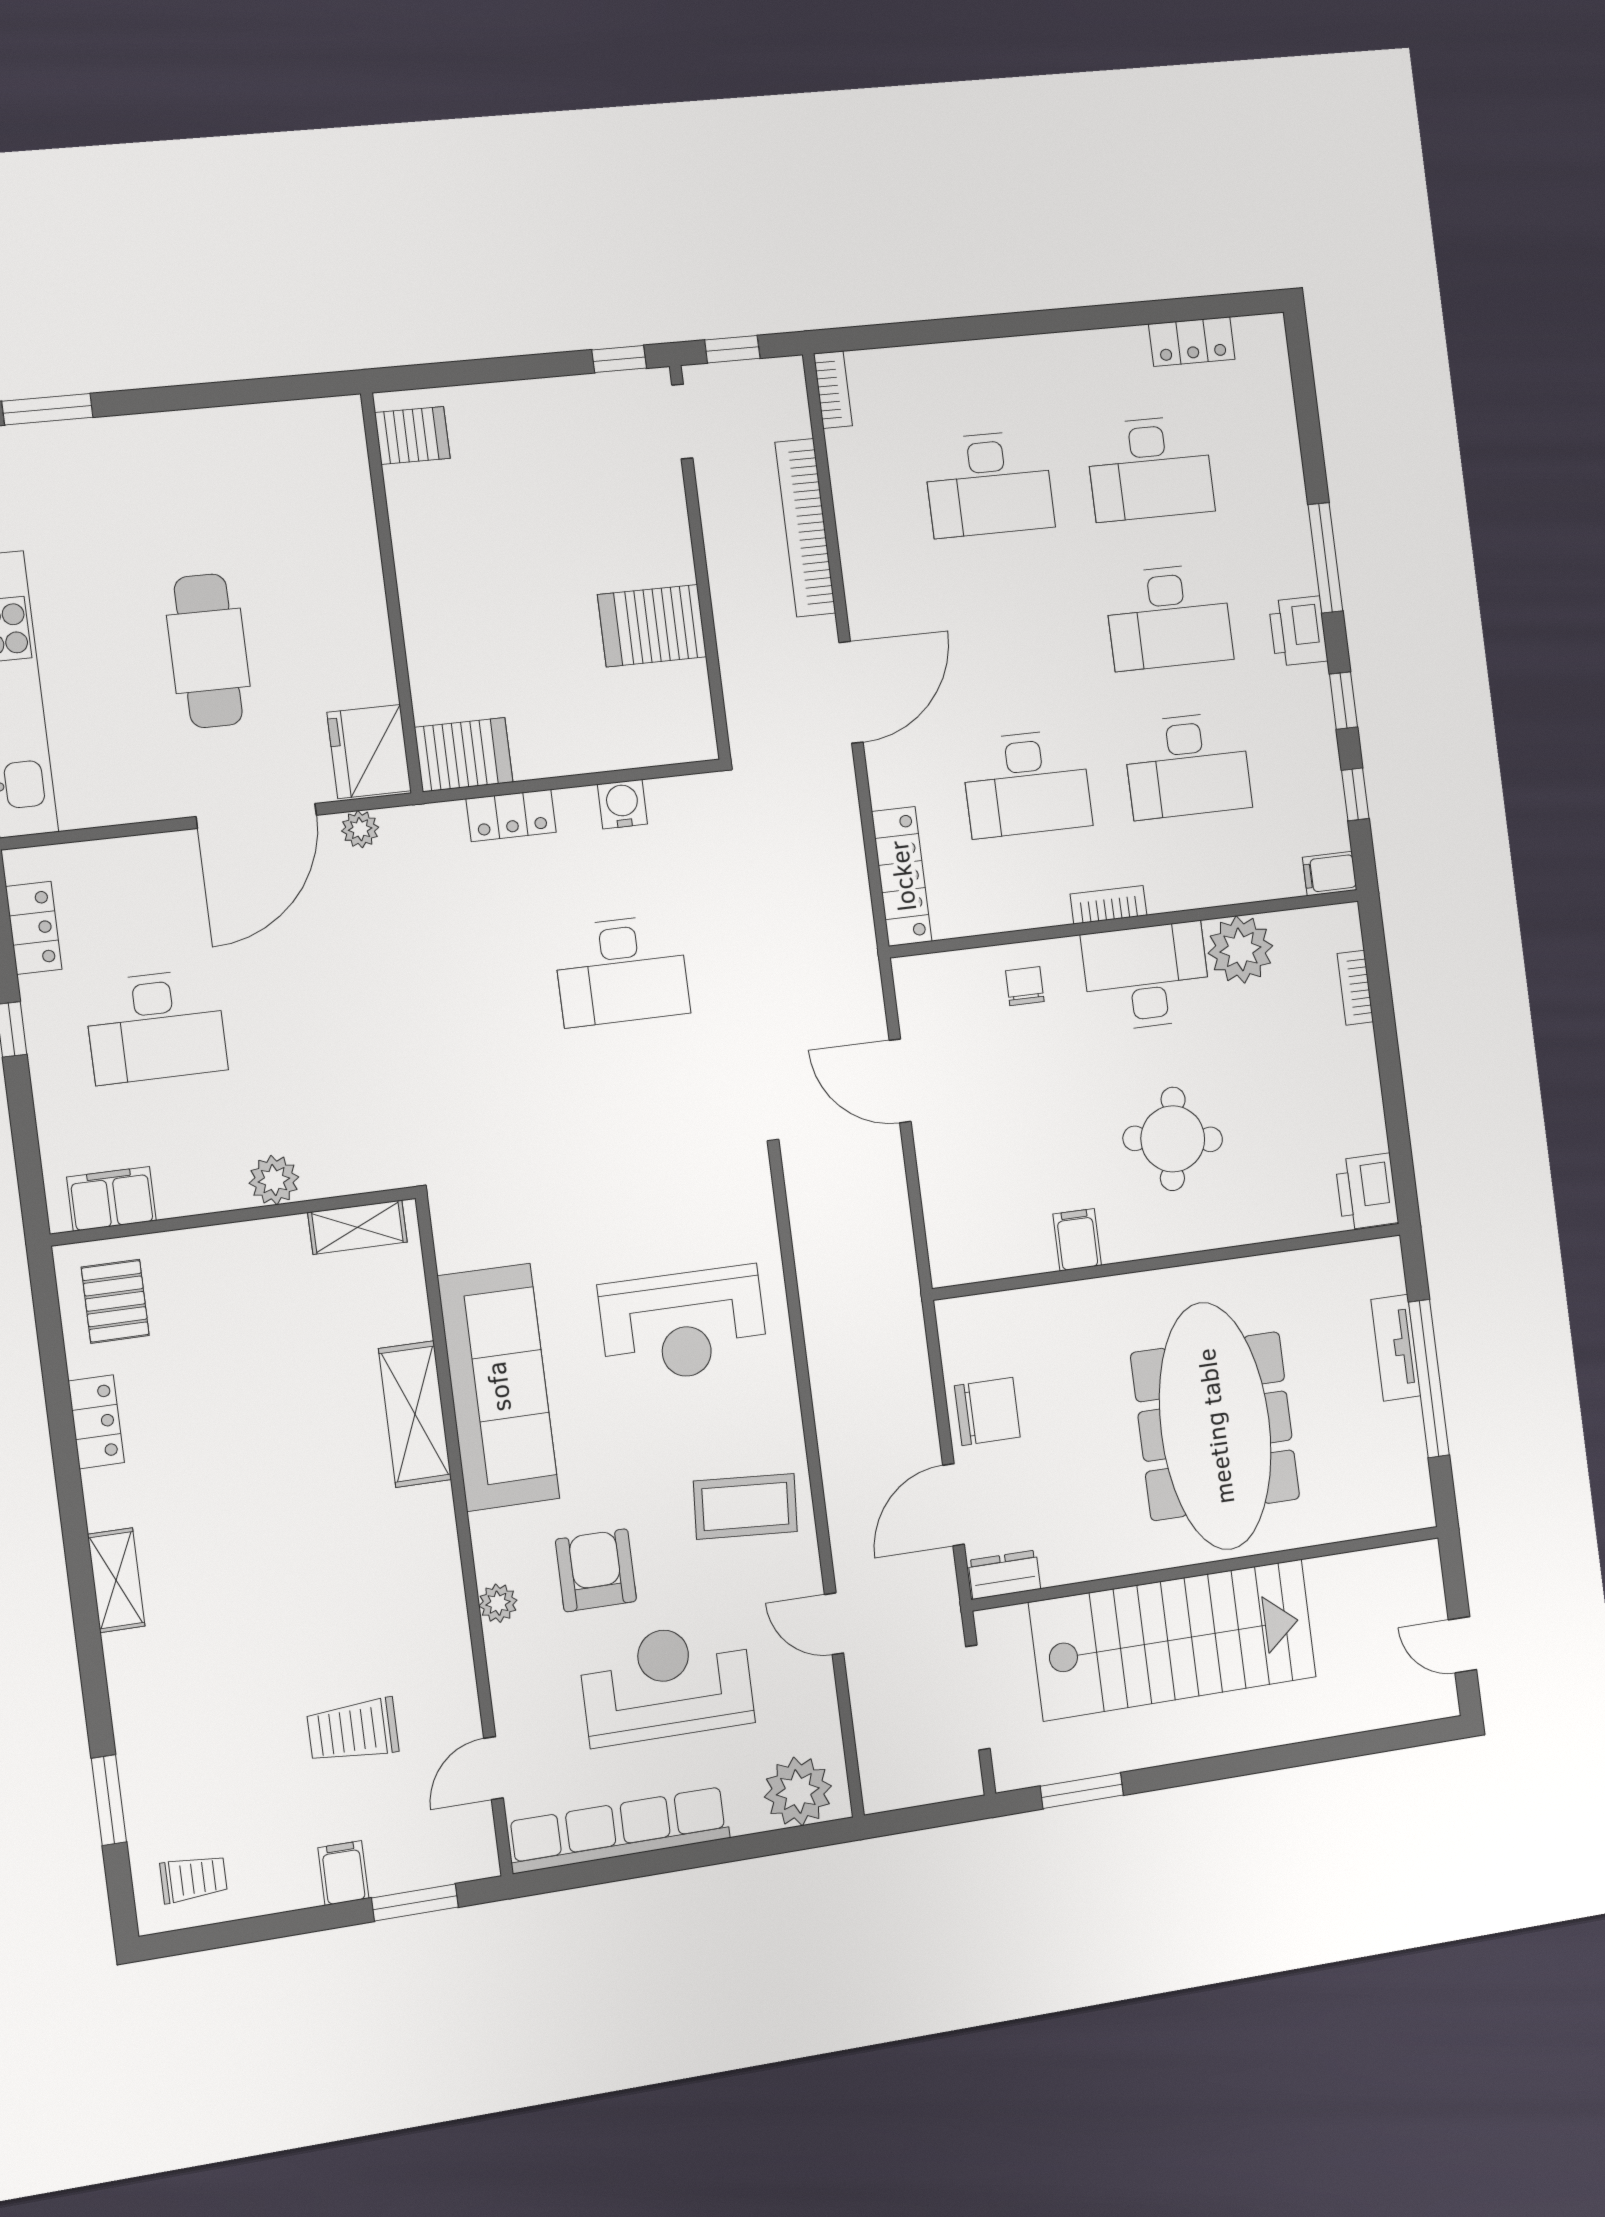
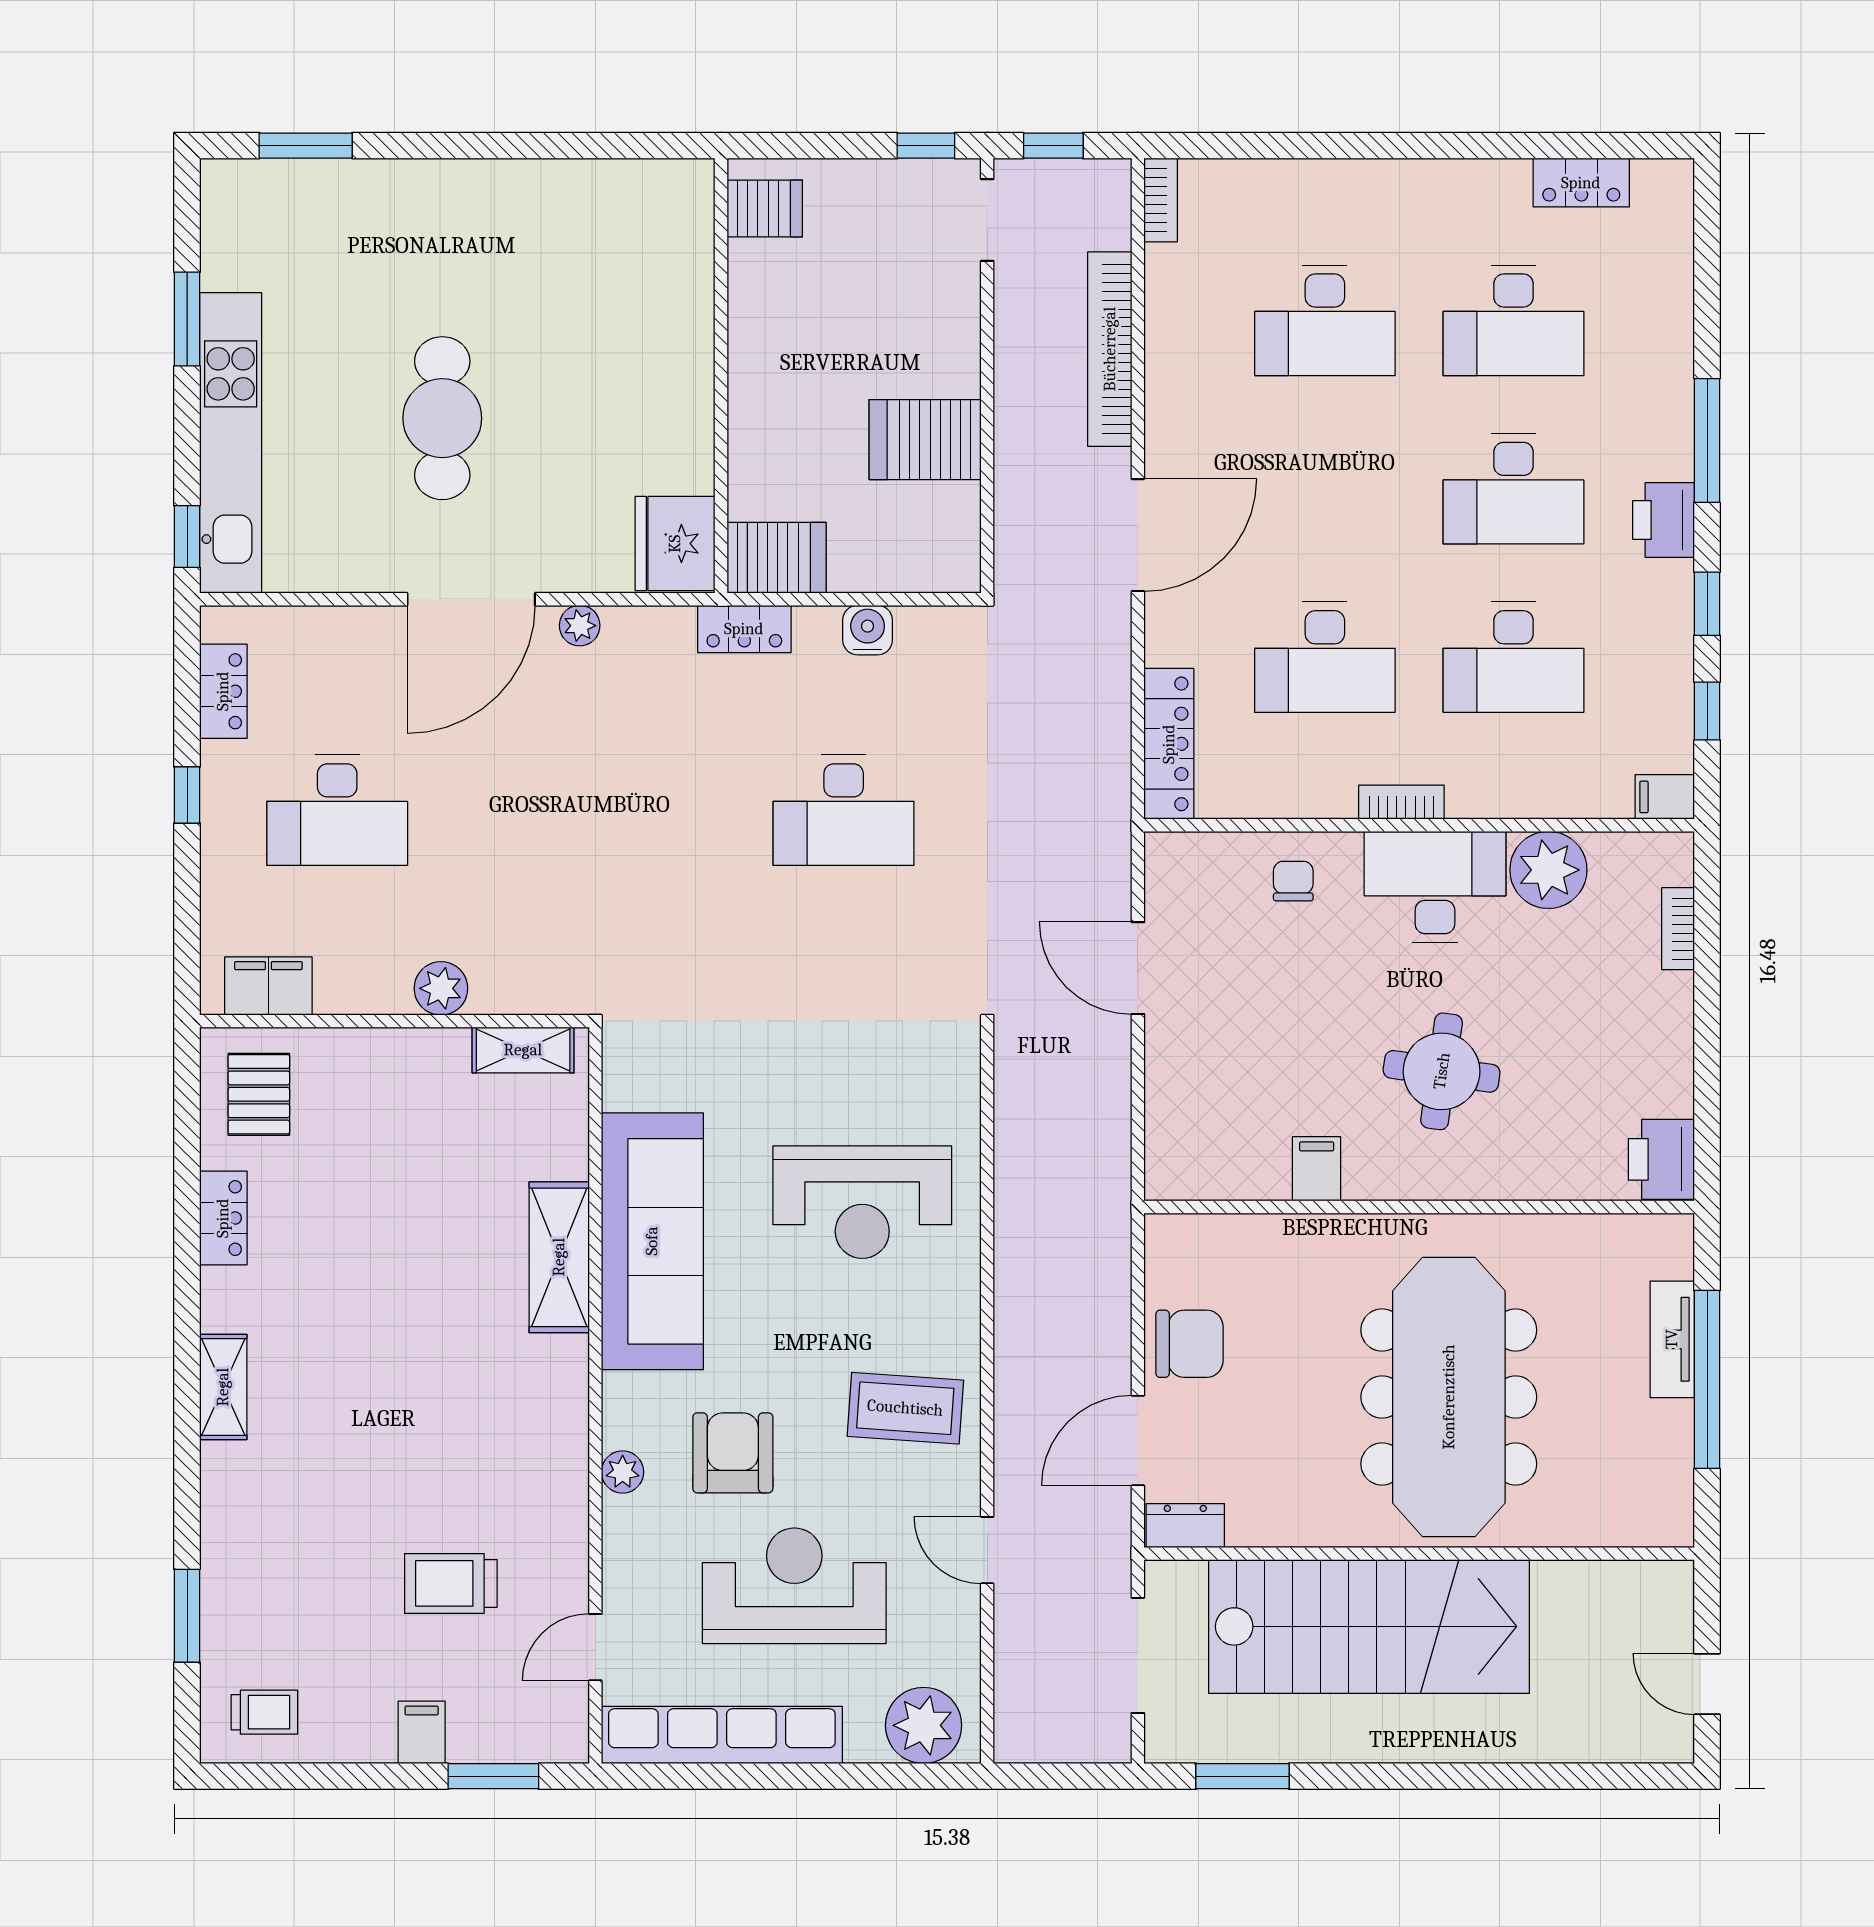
server rack: (412, 435) -> (765, 208), moved
wall: (392, 593) -> (721, 376), moved
fridge: (369, 752) -> (675, 544), moved
server rack: (464, 755) -> (777, 558), moved

